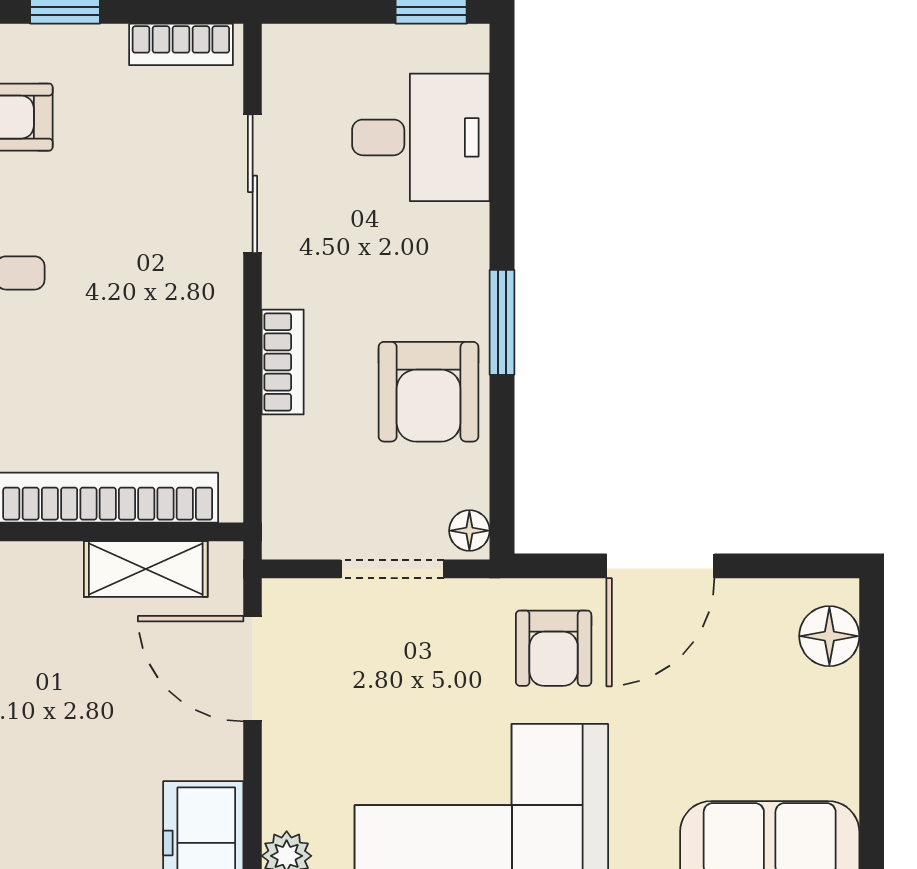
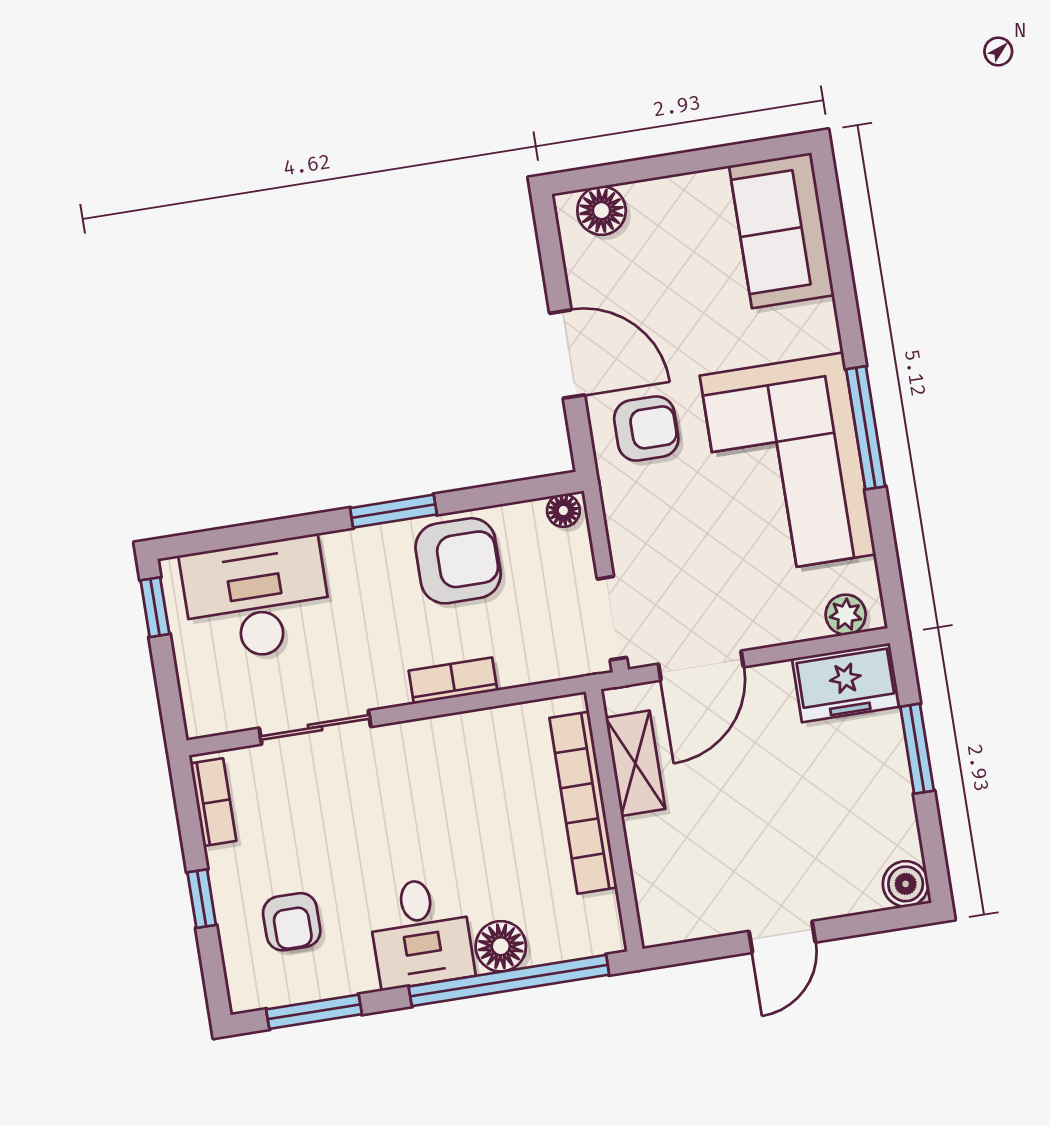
desk: (421, 137) -> (257, 599), width x1.37
doorway: (392, 569) -> (612, 618), moved

